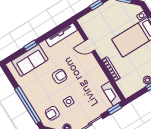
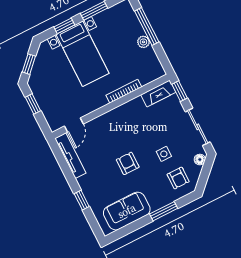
door: (90, 46) -> (74, 125), moved
sofa: (30, 60) -> (127, 211), moved, turned -90
window: (28, 105) -> (164, 211), width x0.47

